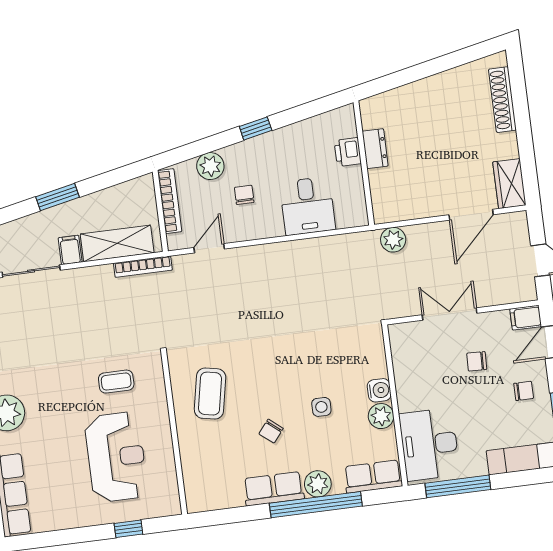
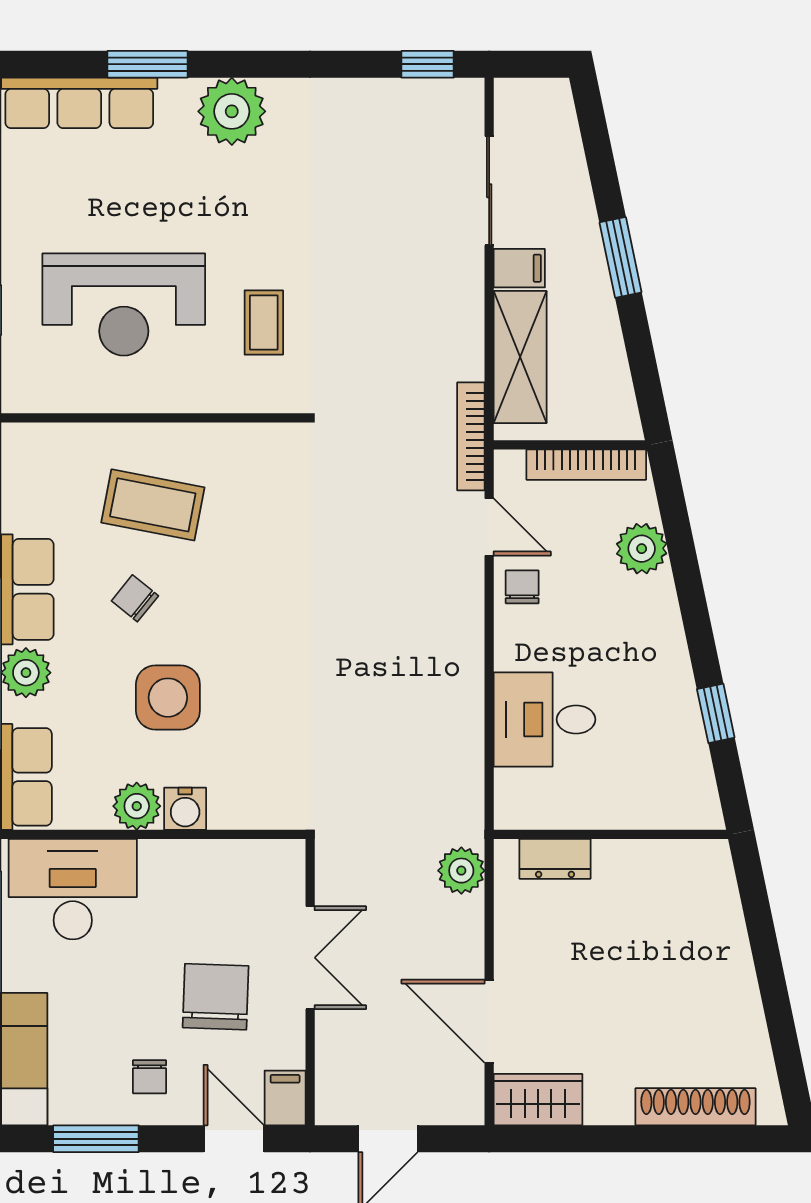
window: (256, 128) -> (716, 713), moved
dresser: (375, 149) -> (555, 859), moved
printer: (348, 152) -> (635, 807), removed
chair: (244, 195) -> (522, 587), moved, turned -90
bookcase: (143, 267) -> (471, 436), moved
chair: (477, 361) -> (216, 997), width x1.87, depth x1.87
coffee table: (210, 394) -> (153, 505), moved
side table: (321, 407) -> (168, 698), width x1.87, depth x1.87

